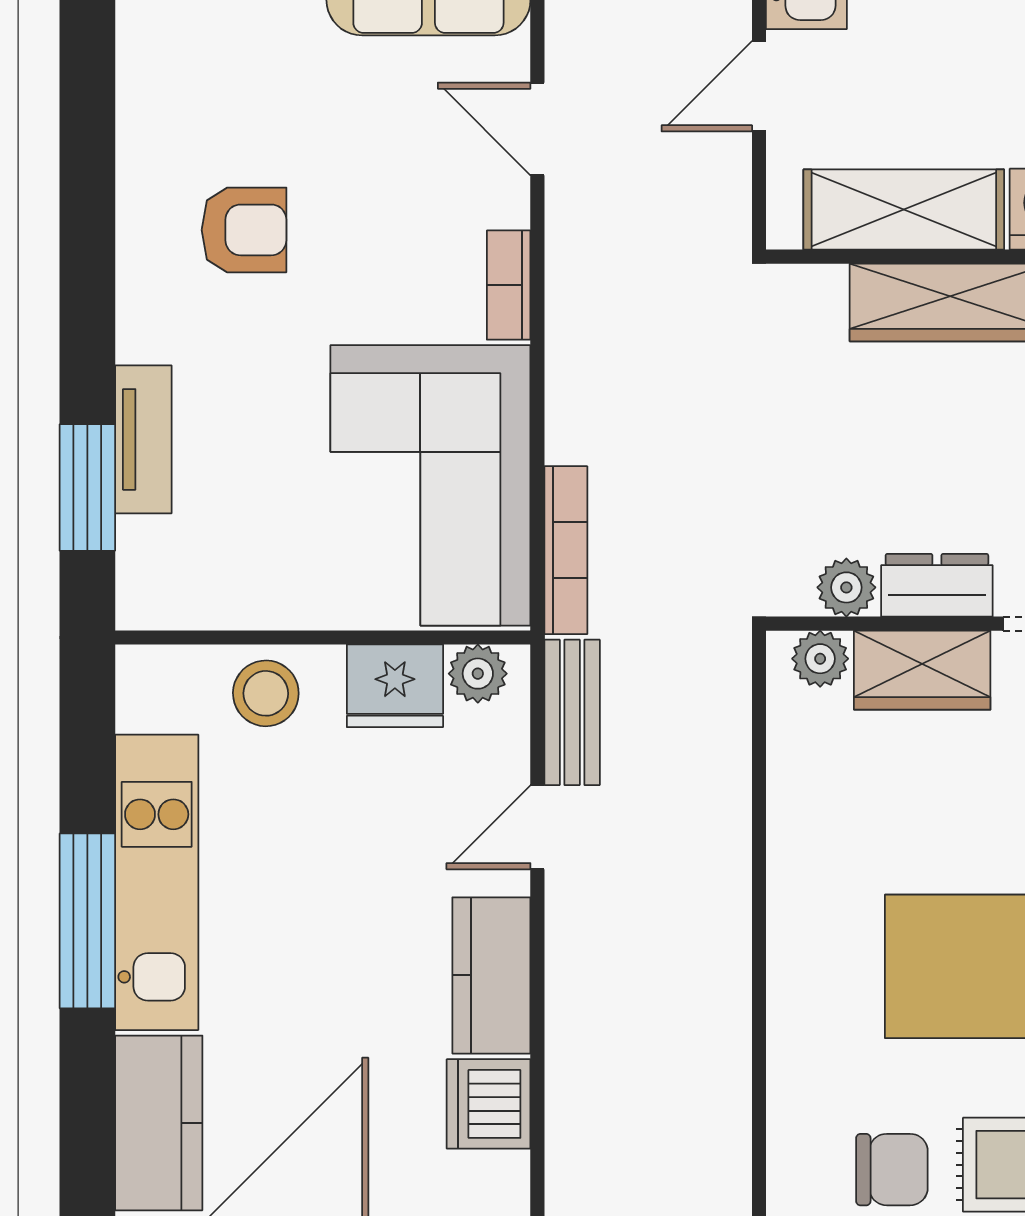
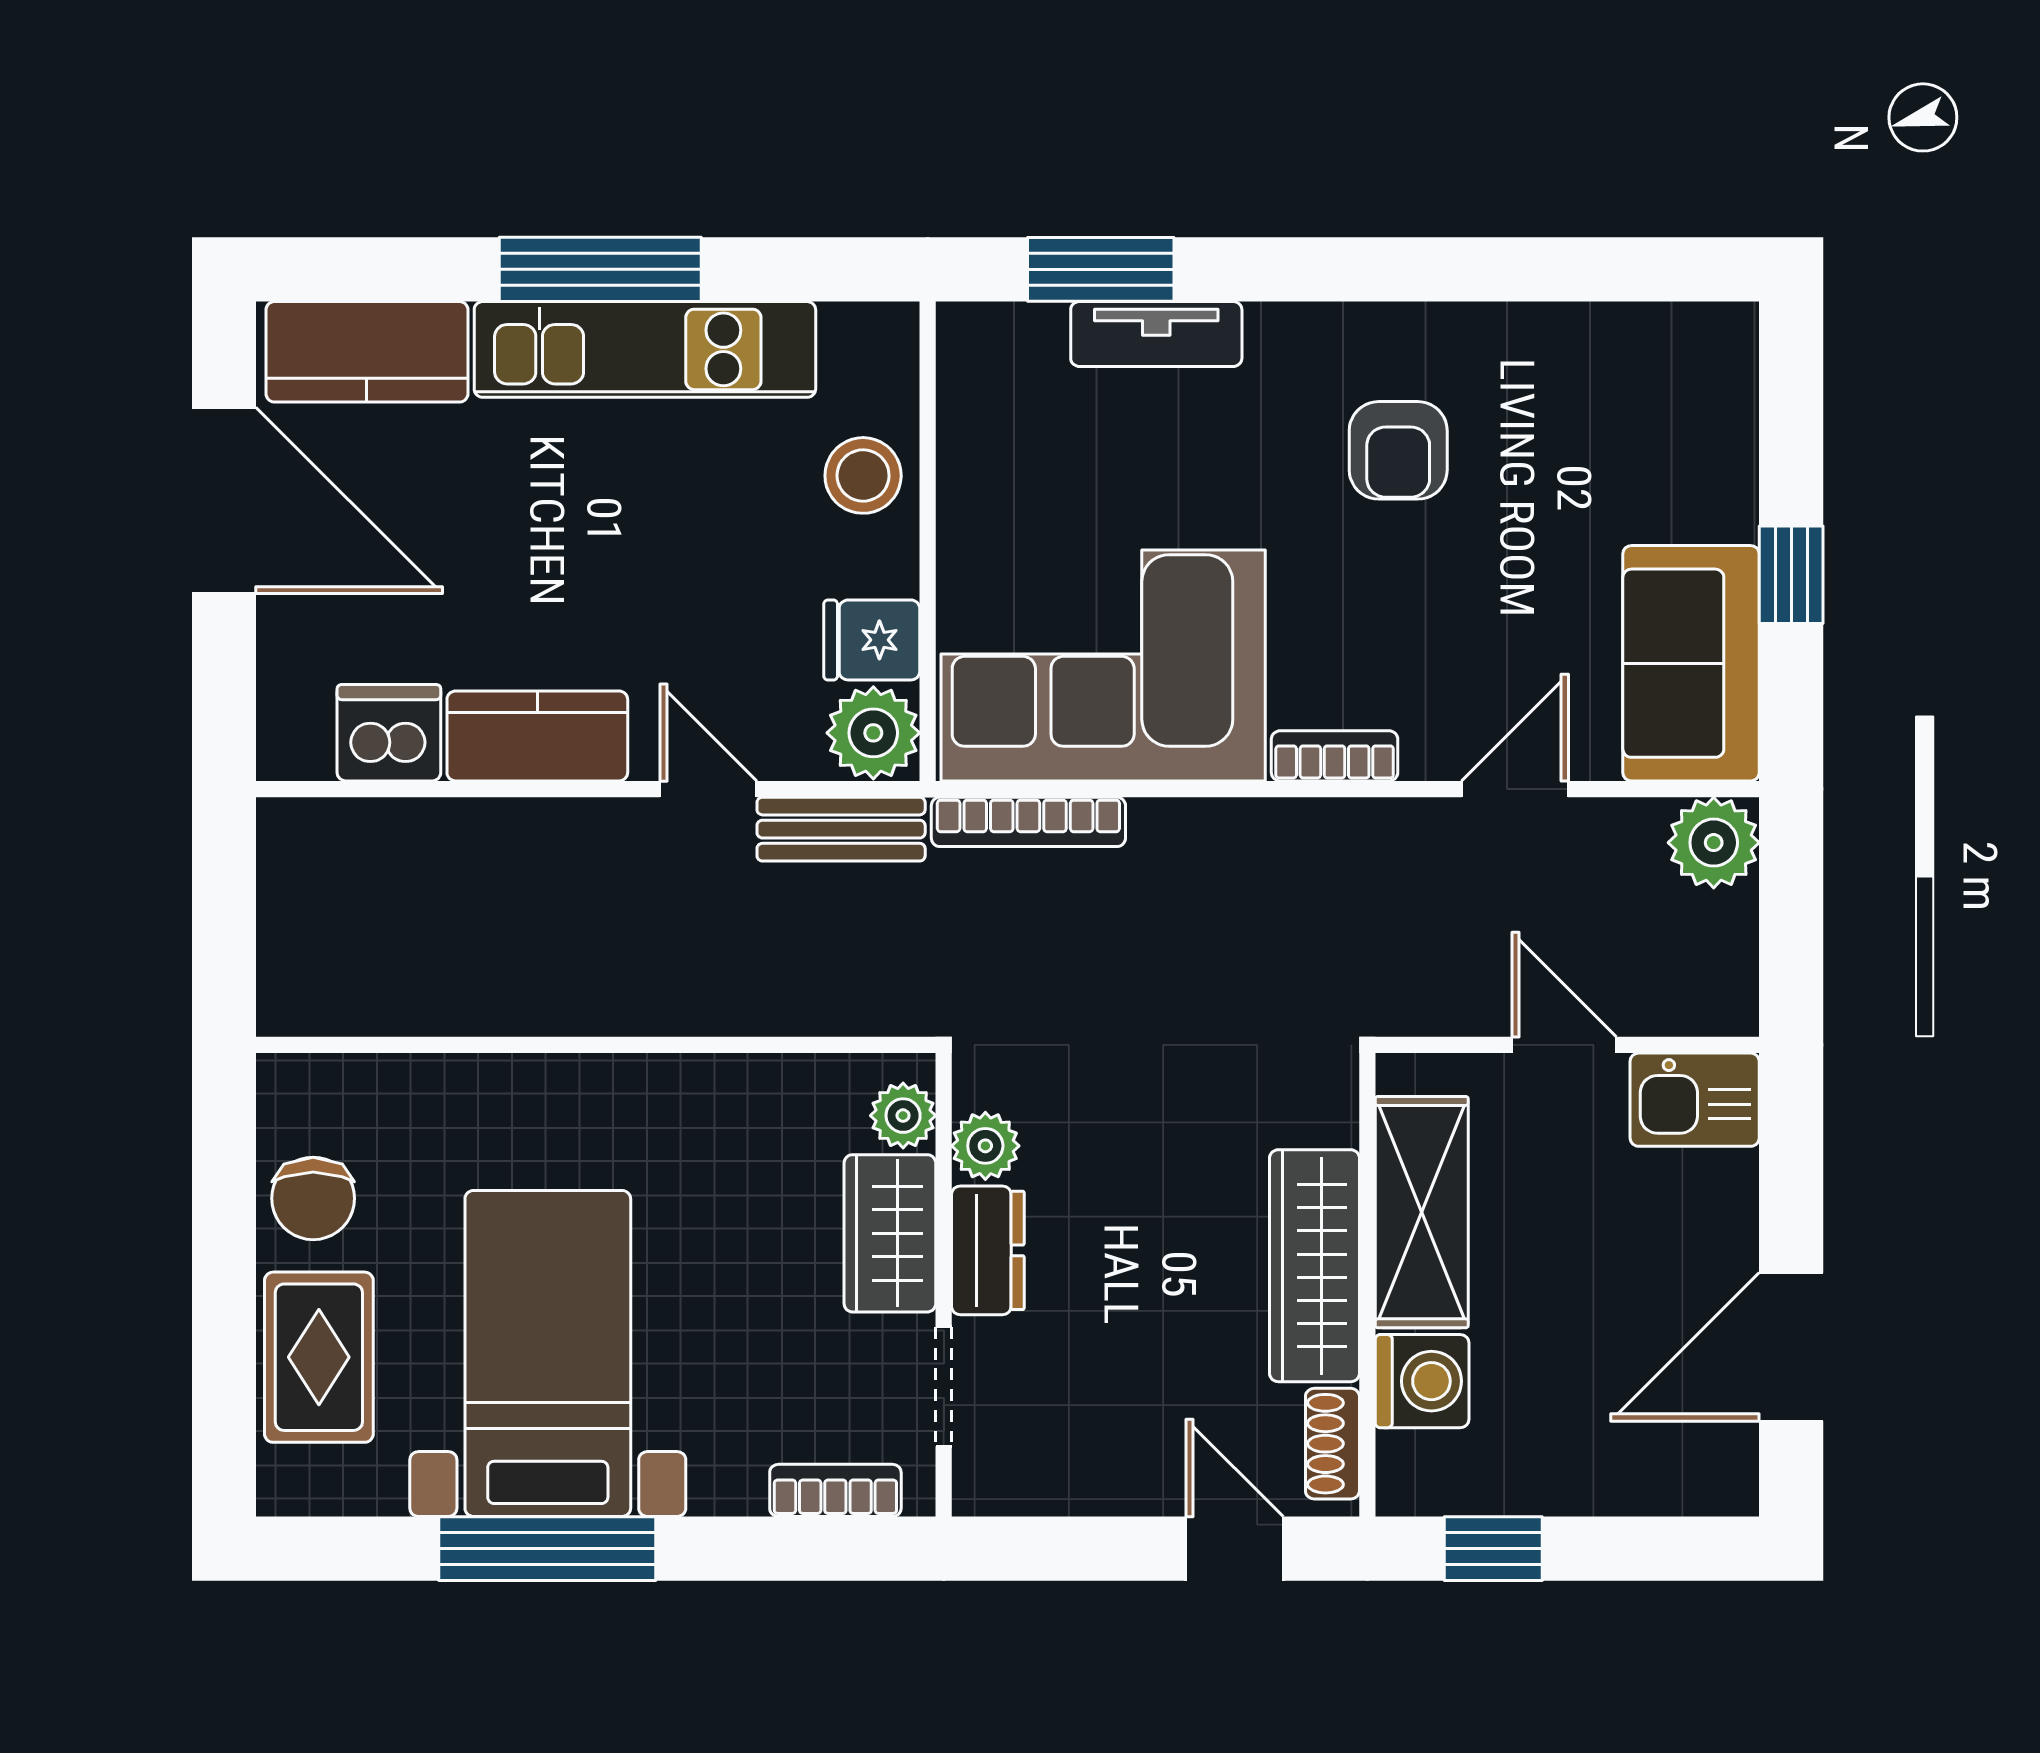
plant: (478, 674) -> (873, 733), width x1.38, depth x1.38
fridge: (395, 686) -> (872, 640), width x0.72

